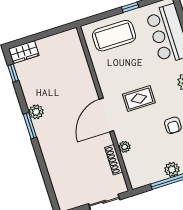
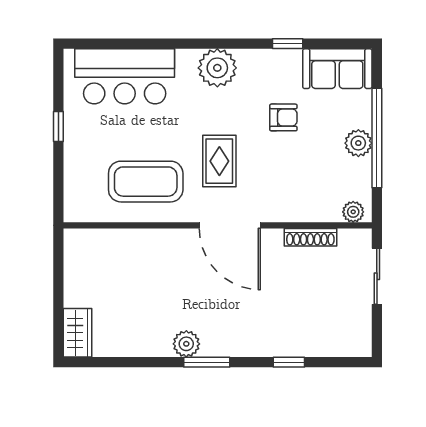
coffee table: (114, 36) -> (146, 182), moved, turned 90
window: (13, 73) -> (289, 362), moved
plant: (125, 147) -> (353, 212), moved

